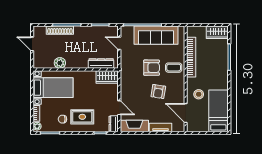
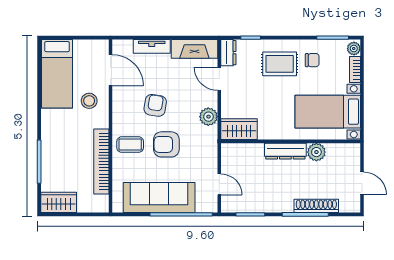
dresser: (101, 64) -> (285, 151), moved
plant: (126, 85) -> (208, 117), added

